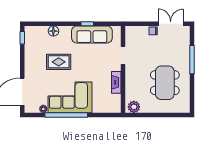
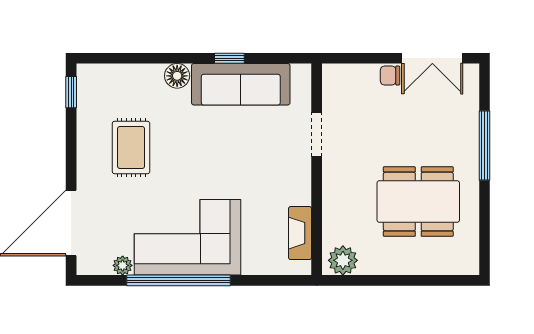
double door: (171, 24) -> (432, 58), swing flipped
floor lamp: (53, 31) -> (177, 76), moved
rug: (59, 62) -> (131, 148), moved, turned 90
fireplace: (116, 82) -> (300, 233), moved
dining table: (165, 83) -> (418, 202), turned 90

